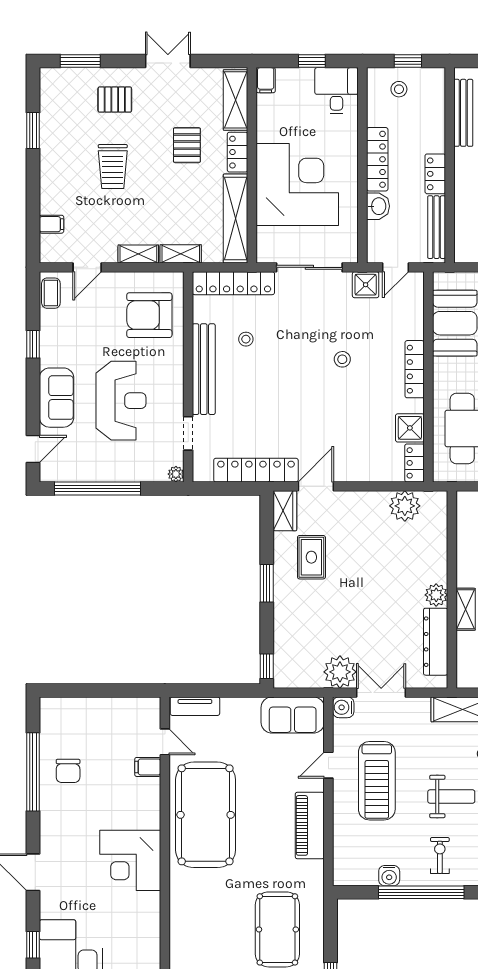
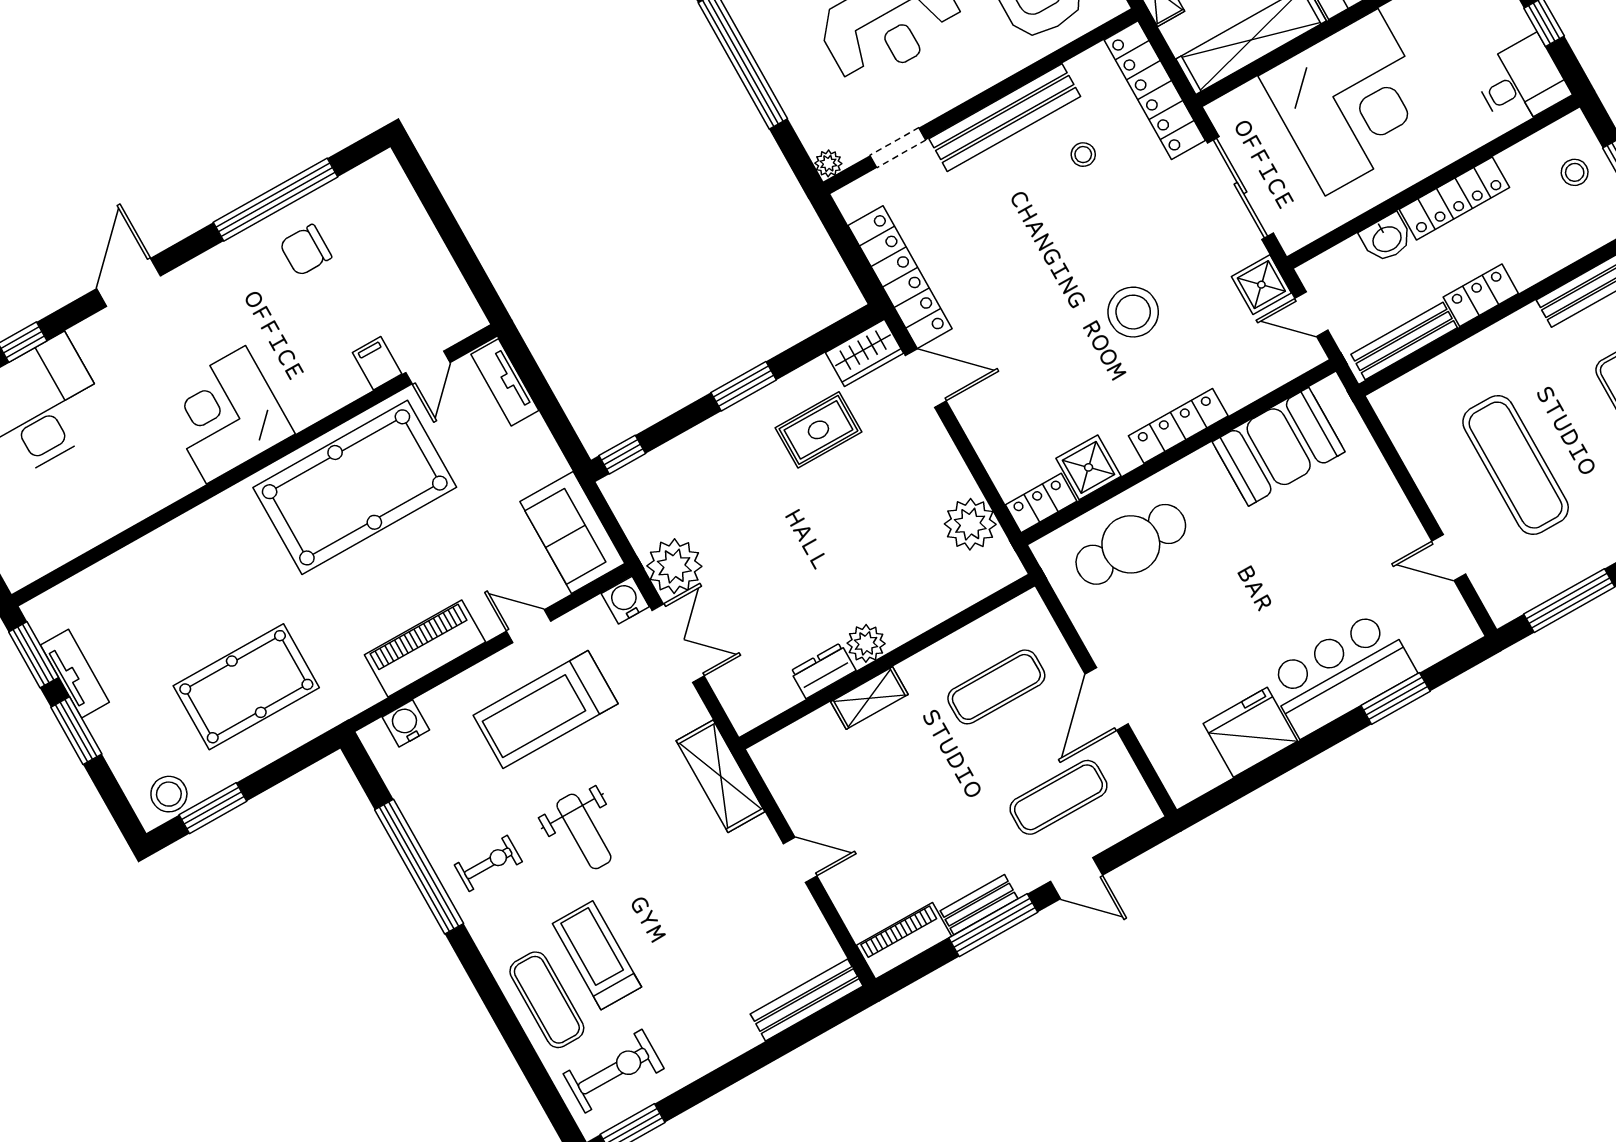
stool: (342, 359) -> (1133, 312), width x1.89, depth x1.89
dresser: (436, 642) -> (823, 671), width x0.51, depth x0.80
water cooler: (389, 876) -> (406, 723), moved, turned 90

